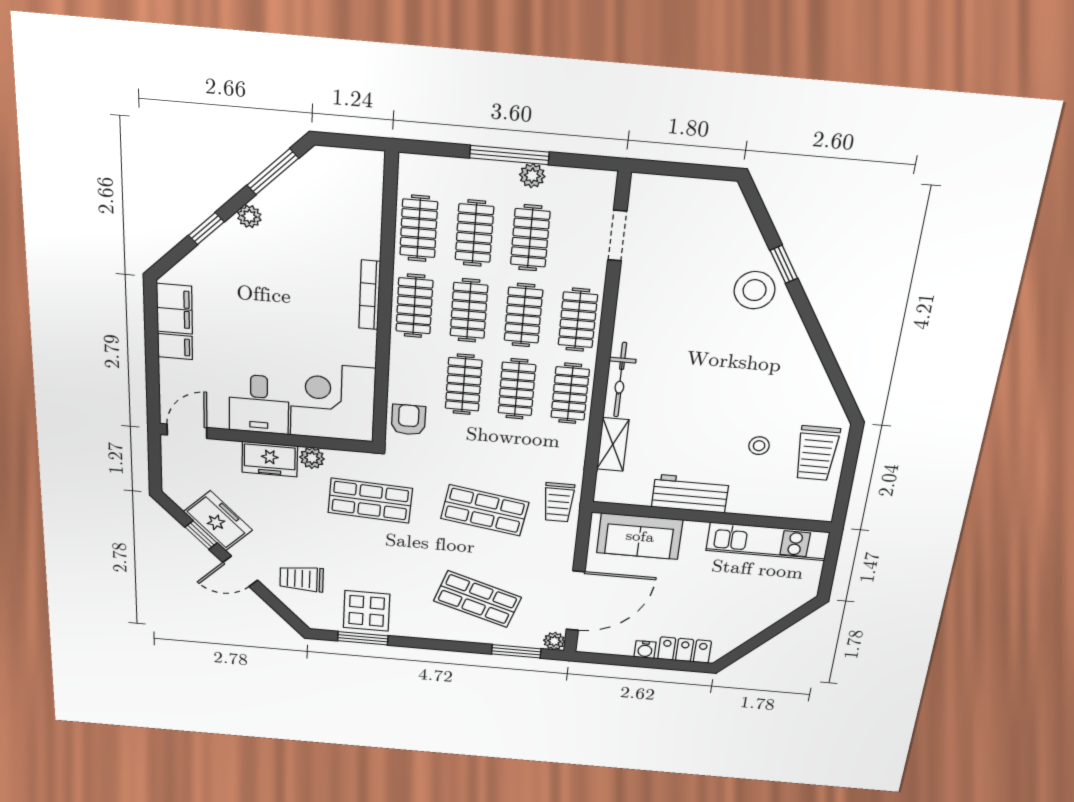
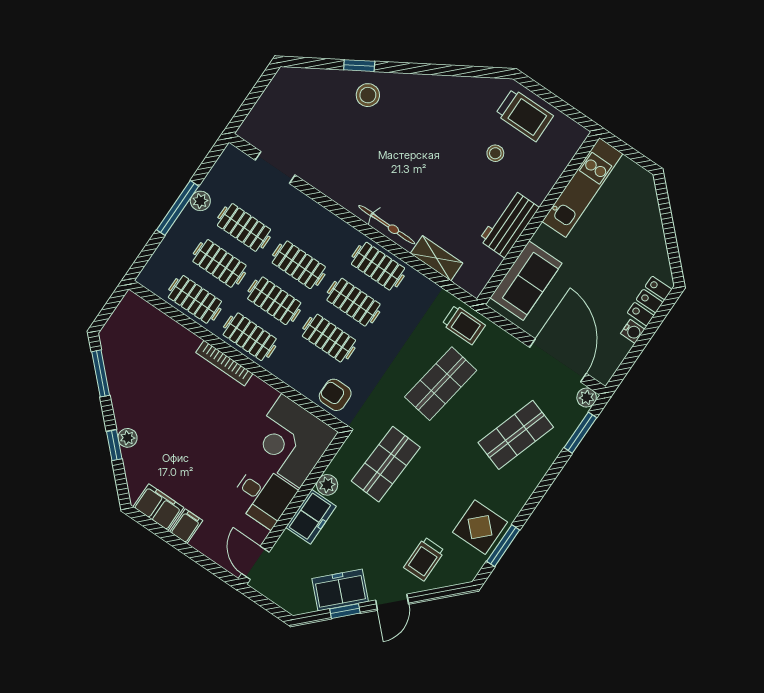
plant: (249, 216) -> (128, 438), moved
stool: (755, 290) -> (368, 95), width x0.73, depth x0.73
clothes rail: (578, 320) -> (323, 229), removed

